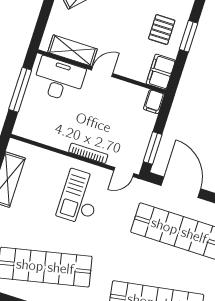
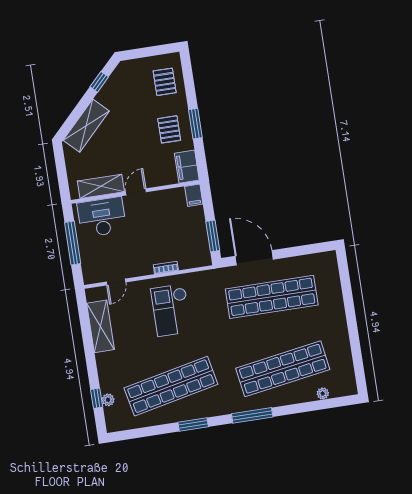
bookcase: (88, 153) -> (166, 268), width x0.64
door: (124, 172) -> (116, 282), moved

